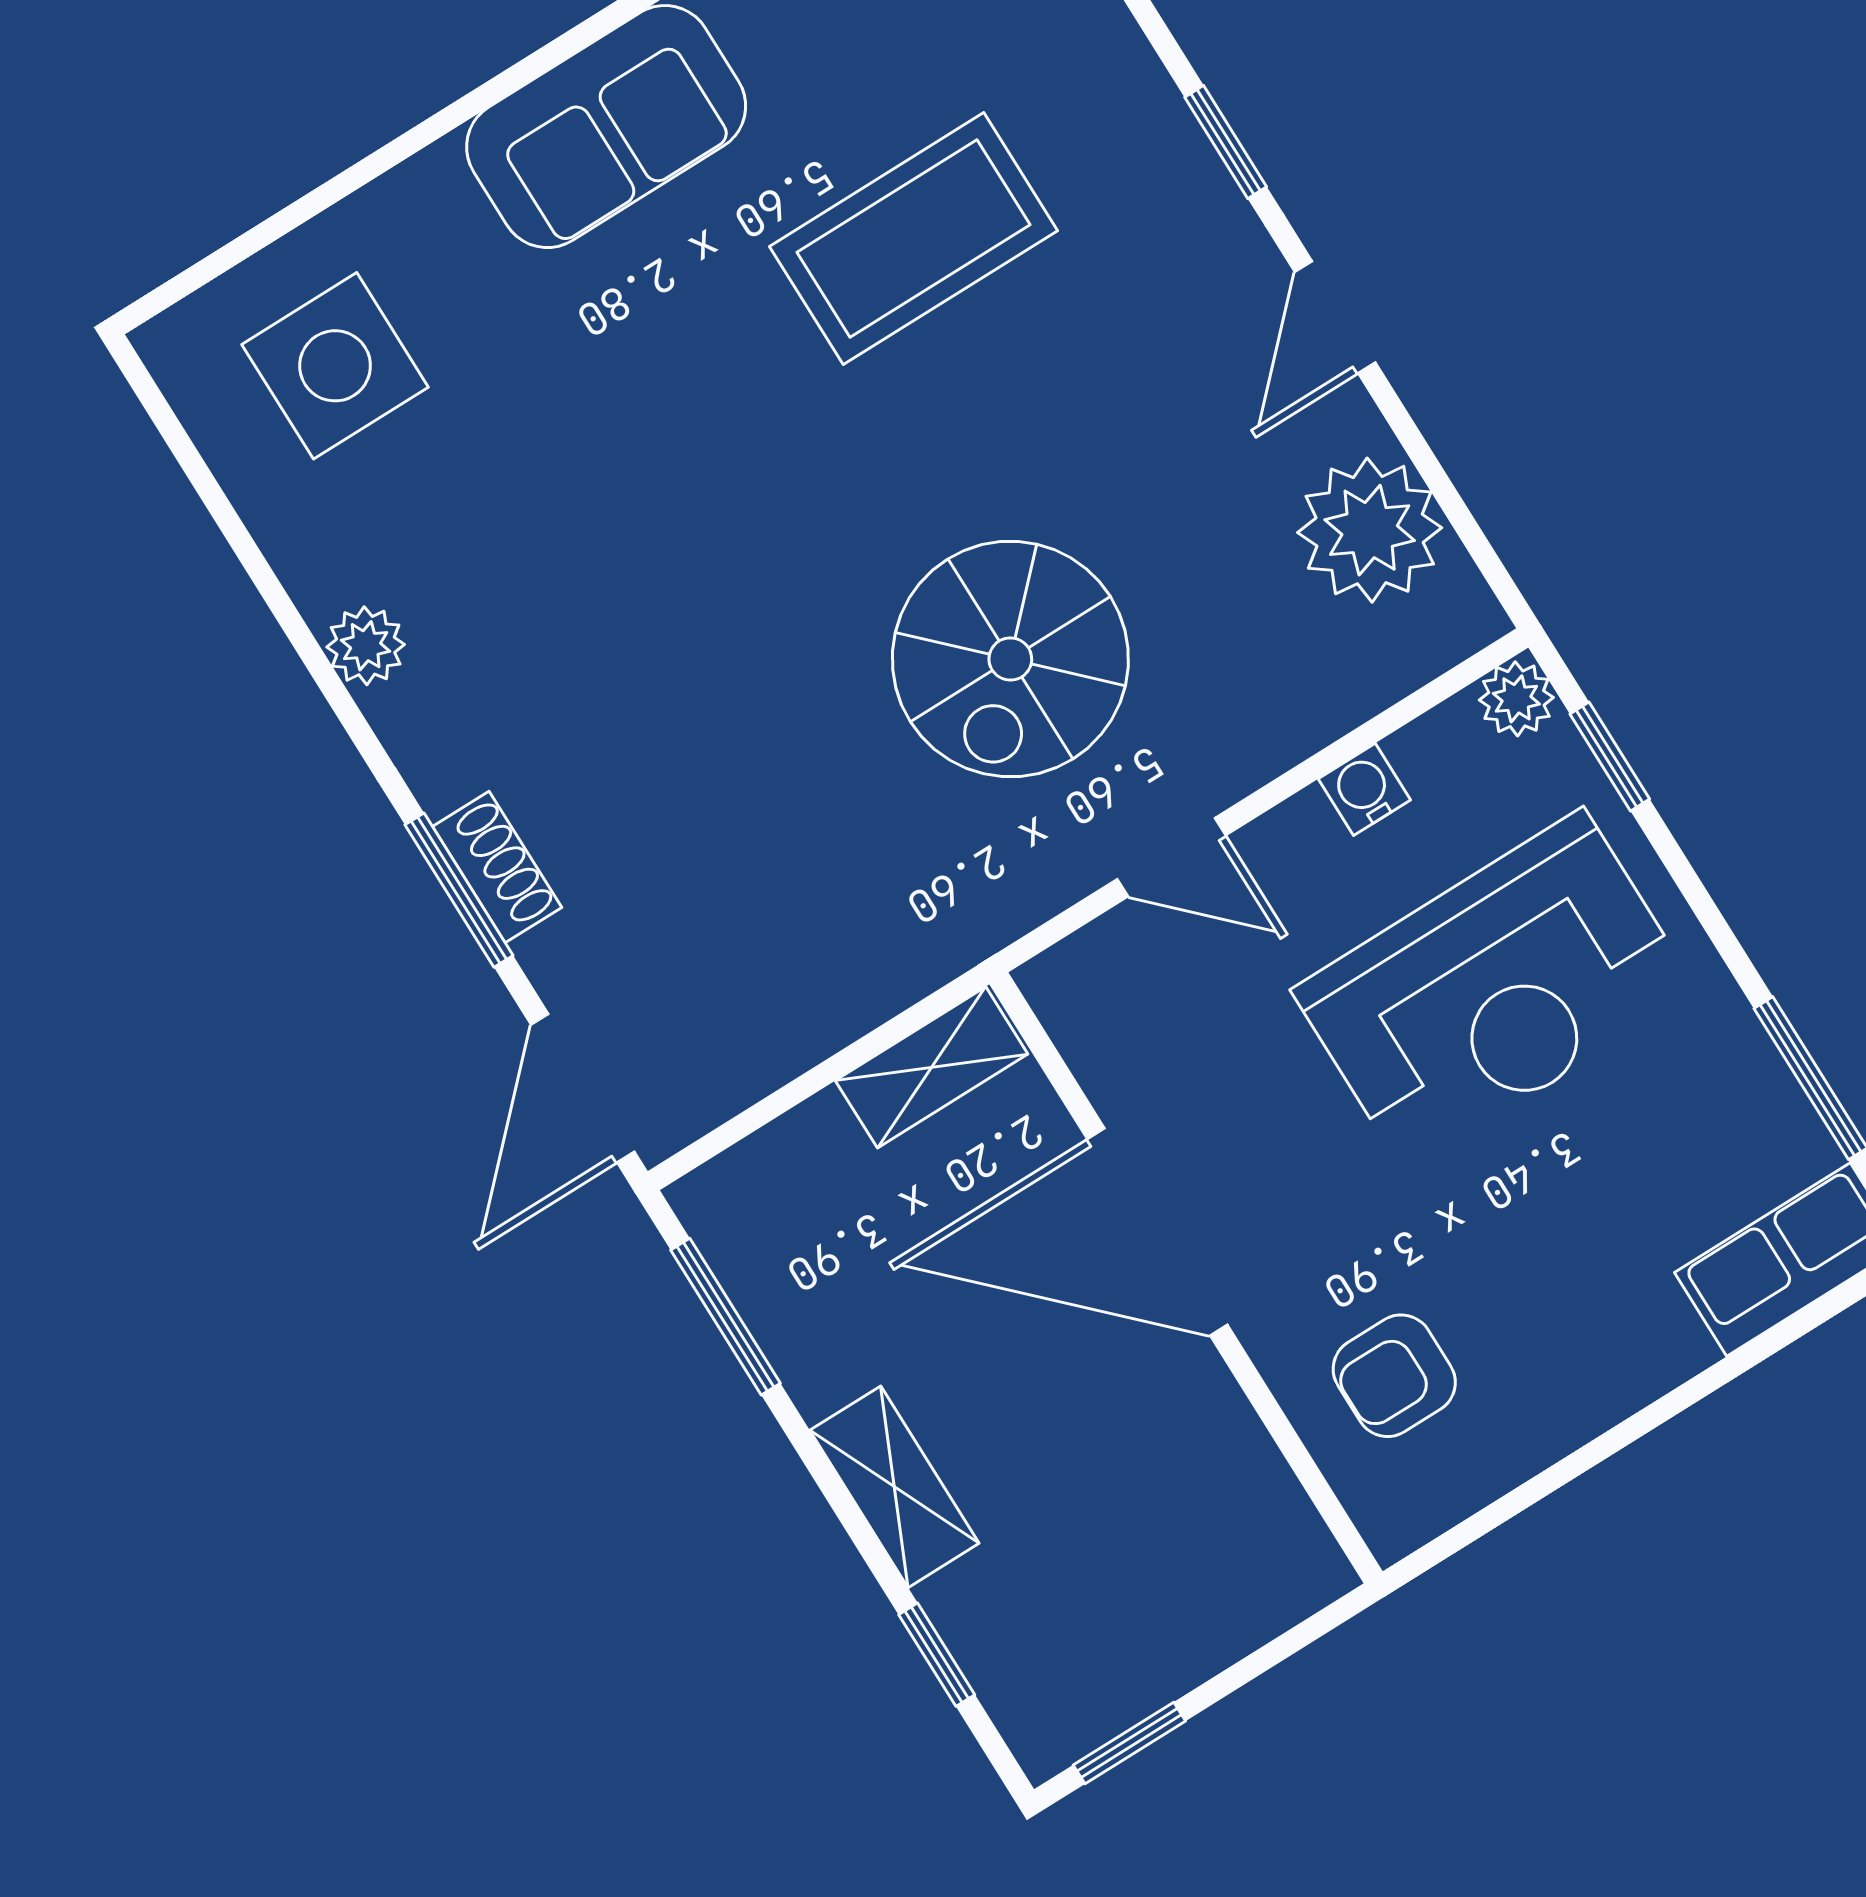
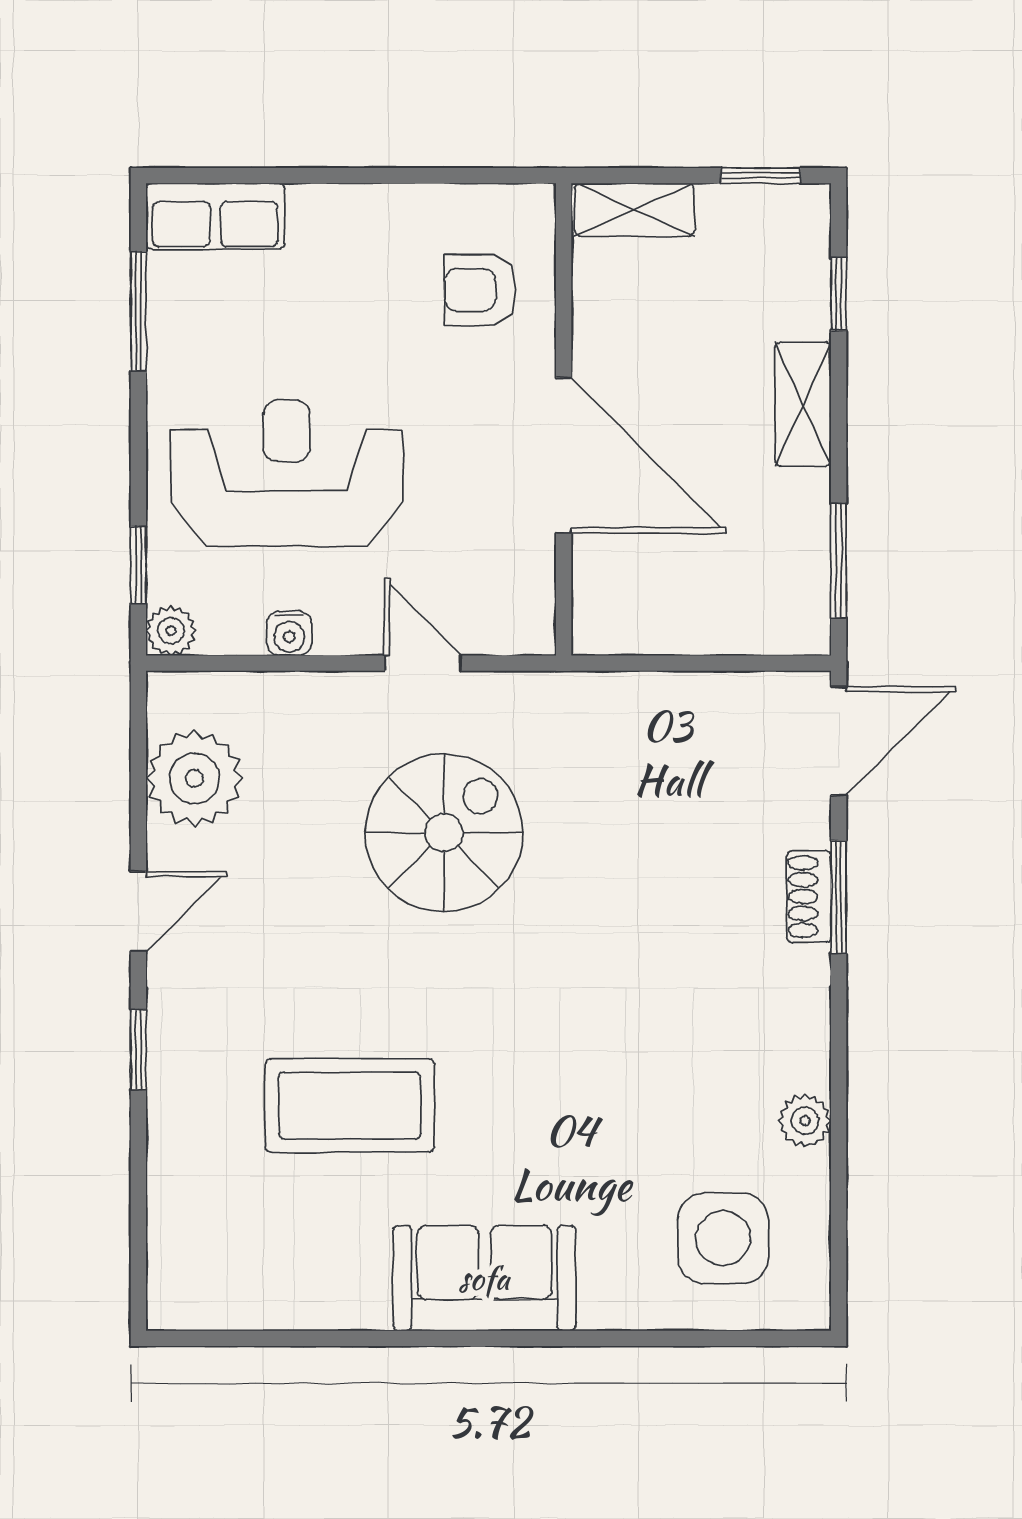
plant: (366, 646) -> (805, 1121), moved
shelving: (932, 1067) -> (634, 210), moved
armchair: (1394, 1376) -> (480, 290), turned 180

